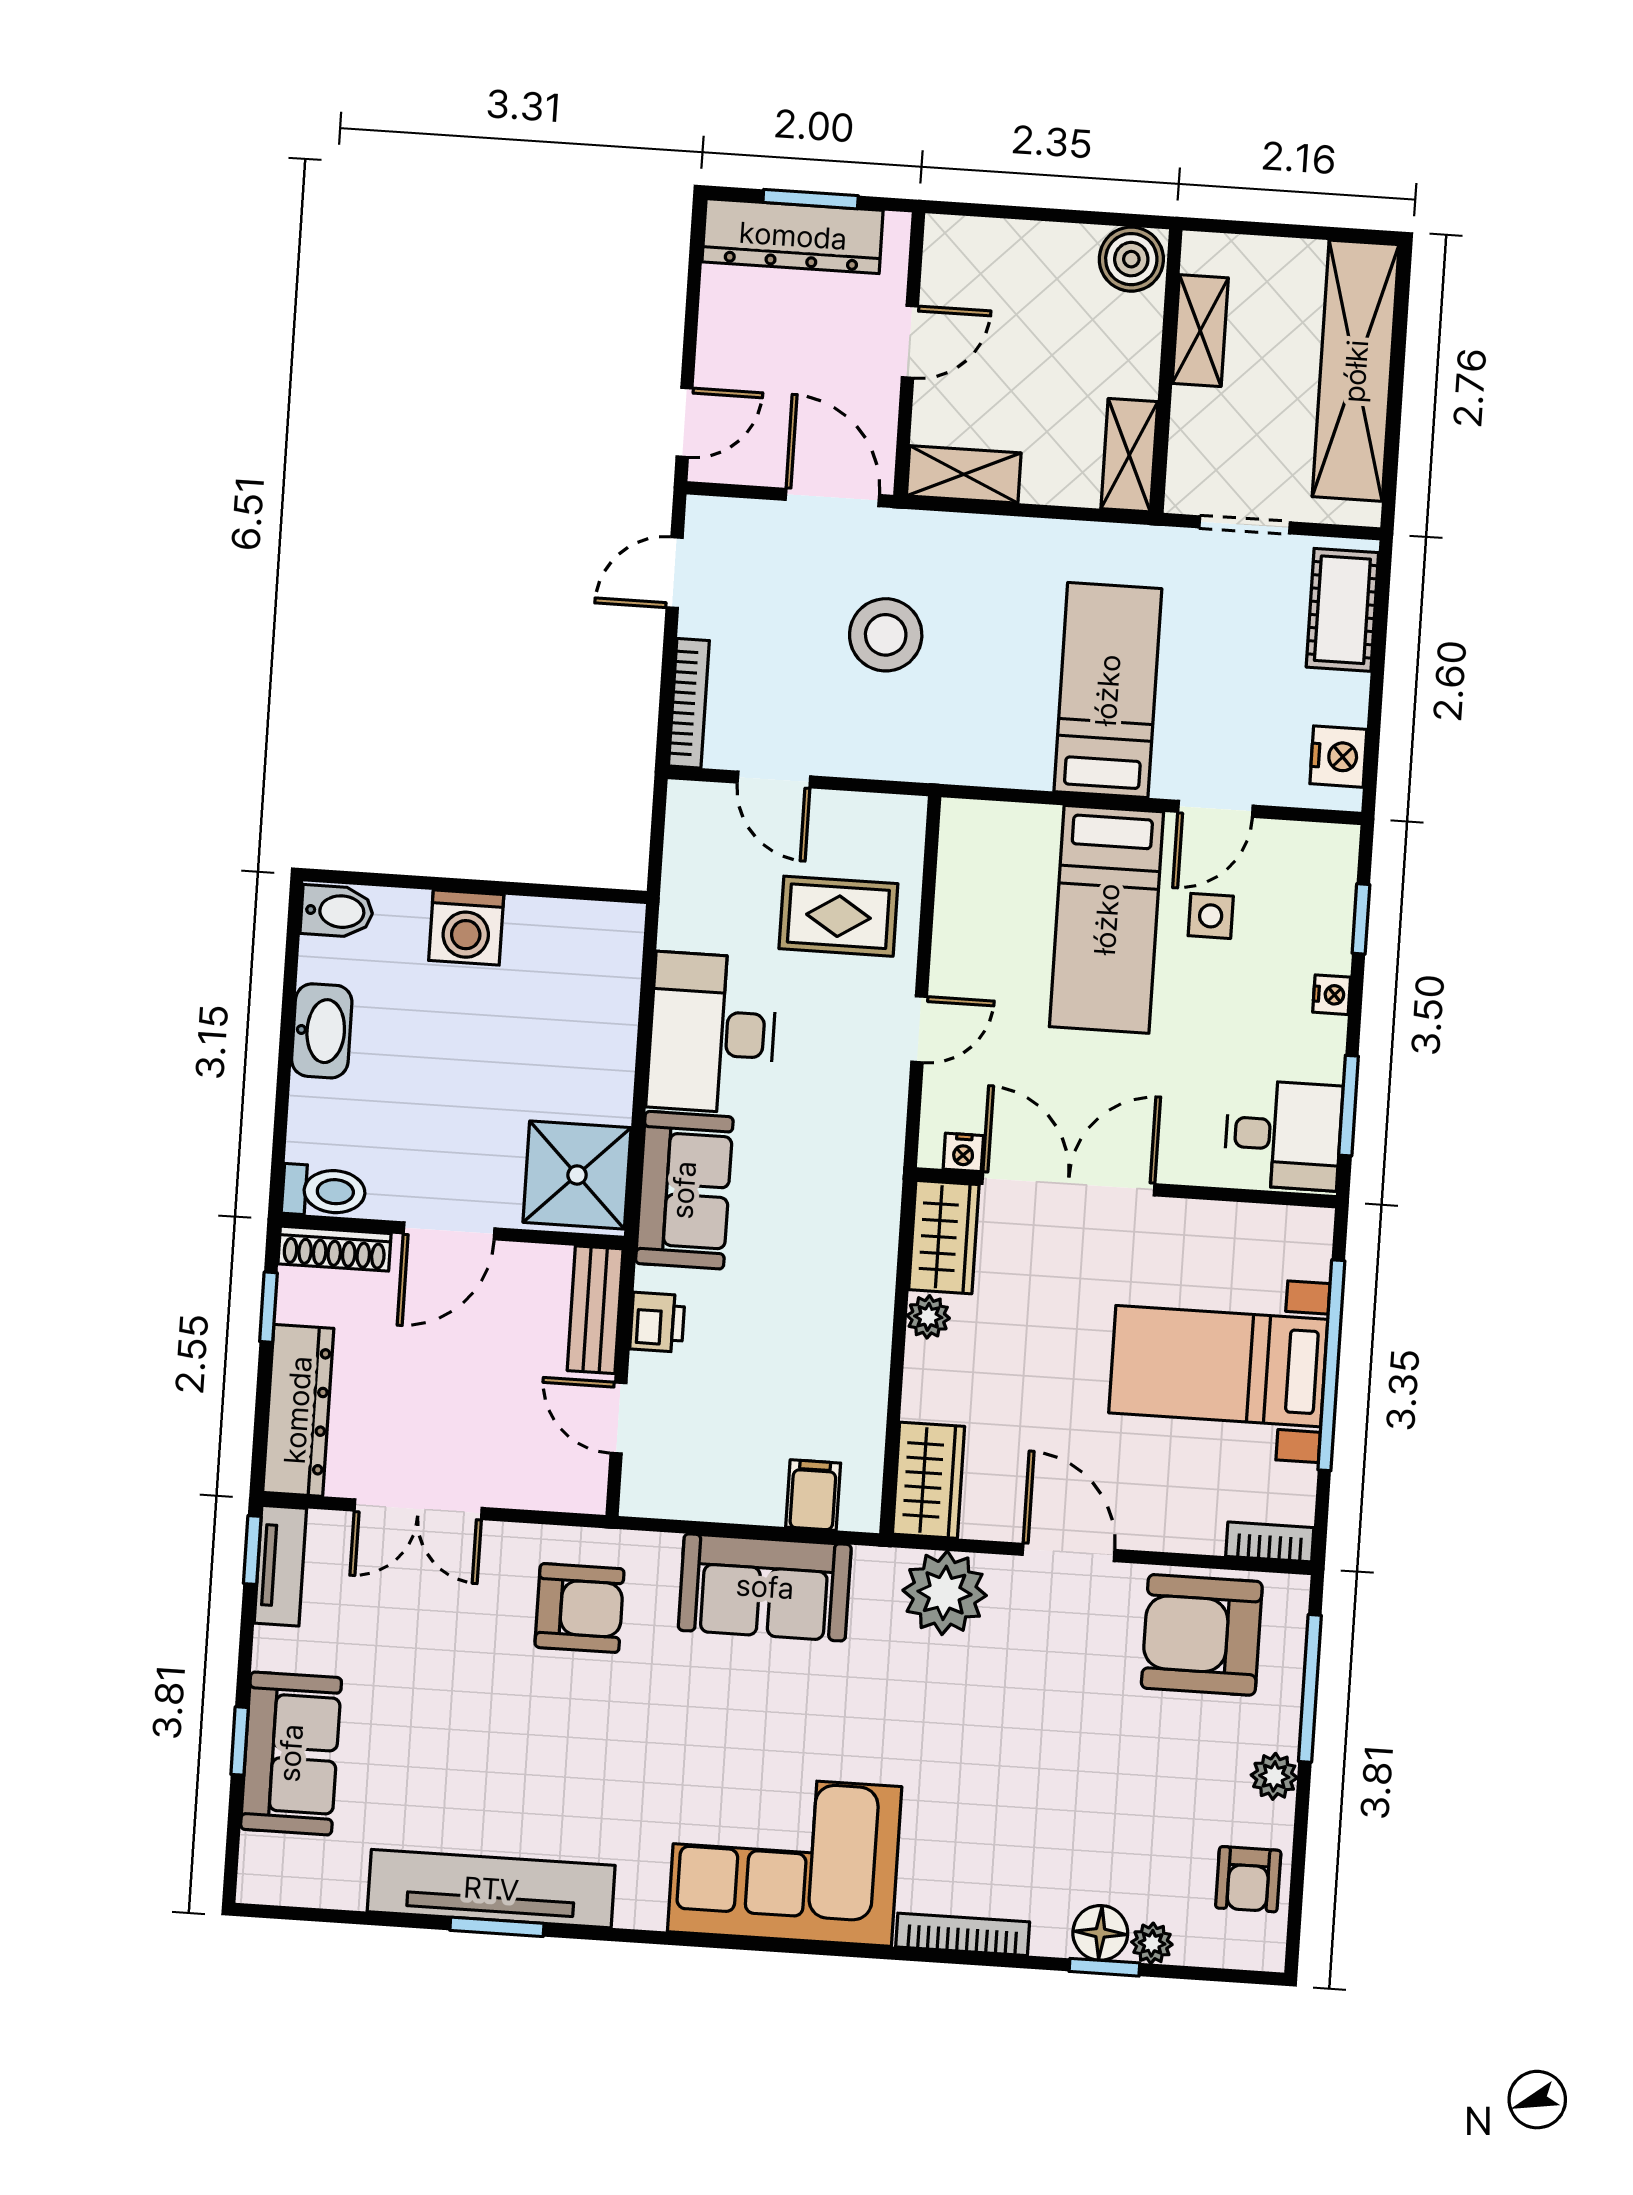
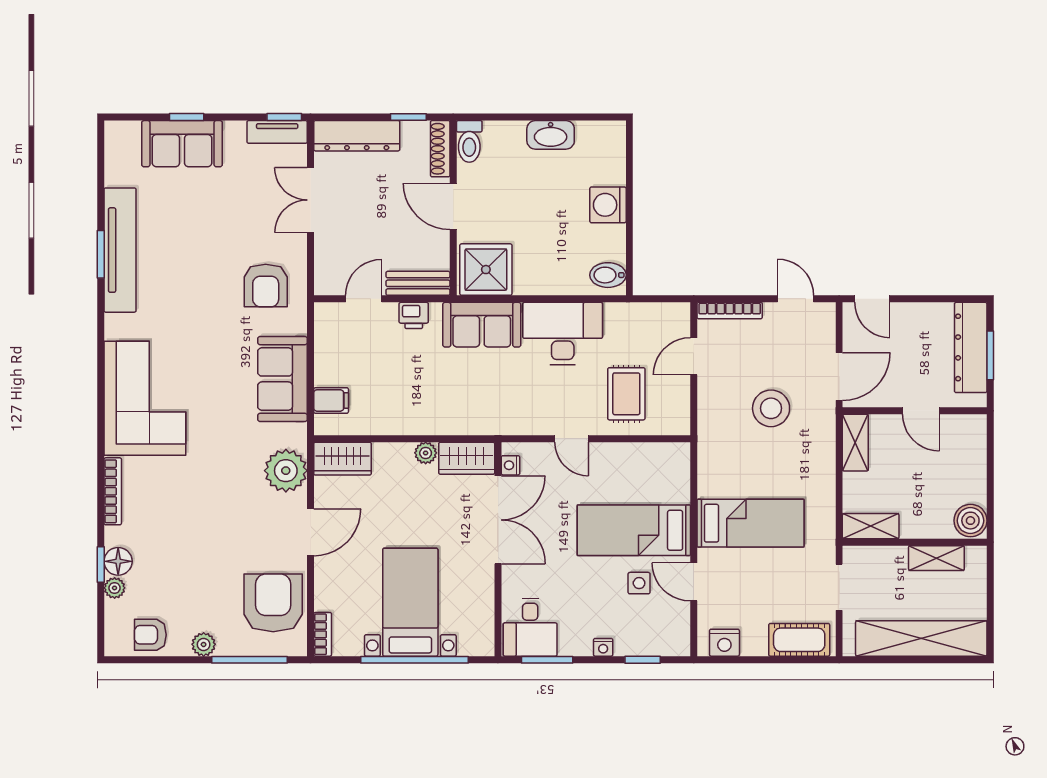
bidet: (337, 911) -> (608, 275), moved, turned 90

